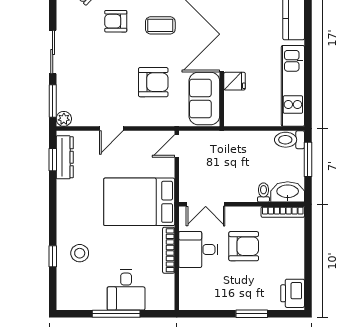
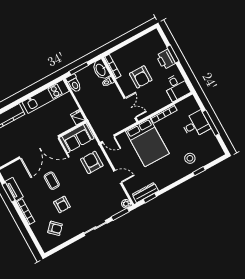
fridge: (235, 81) -> (78, 117), moved
armchair: (153, 82) -> (92, 162), moved
armchair: (244, 246) -> (141, 77), turned 180
desk: (198, 250) -> (176, 87), moved
printer: (293, 293) -> (166, 59), moved, turned 90

